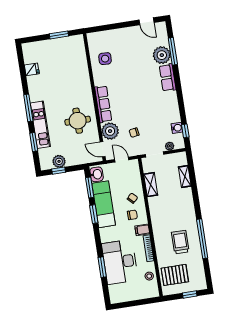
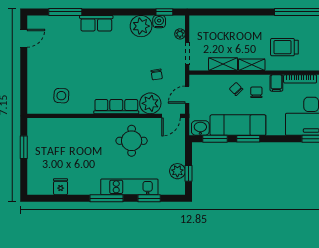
plant: (162, 55) -> (141, 26), moved
shelving: (185, 177) -> (252, 65), moved
trolley: (180, 242) -> (284, 47), moved

